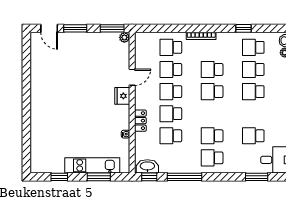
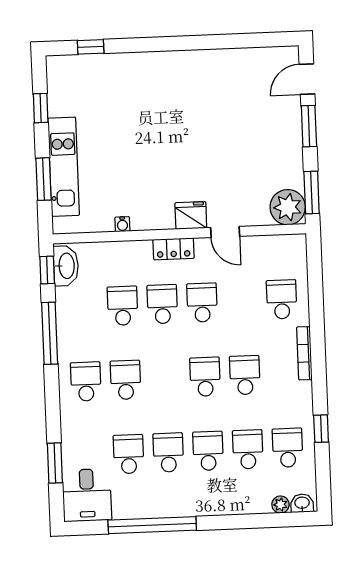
plant: (124, 37) -> (288, 207), width x1.87, depth x1.87
school desk: (171, 69) -> (168, 453), moved
locker: (140, 121) -> (173, 249), moved
window: (26, 148) -> (91, 47), added

